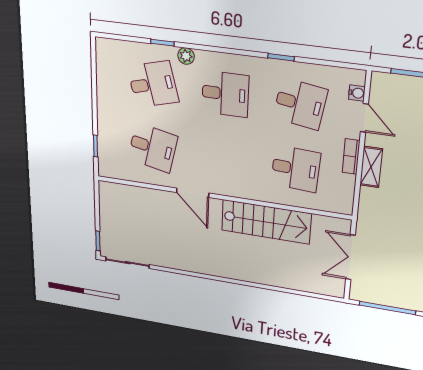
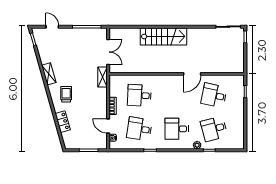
shelving: (371, 167) -> (102, 77), moved
door: (193, 193) -> (192, 74), swing flipped
stairs: (266, 222) -> (164, 36), moved, turned 180

